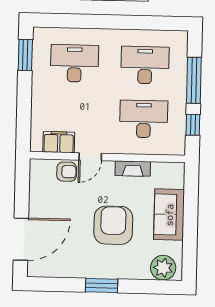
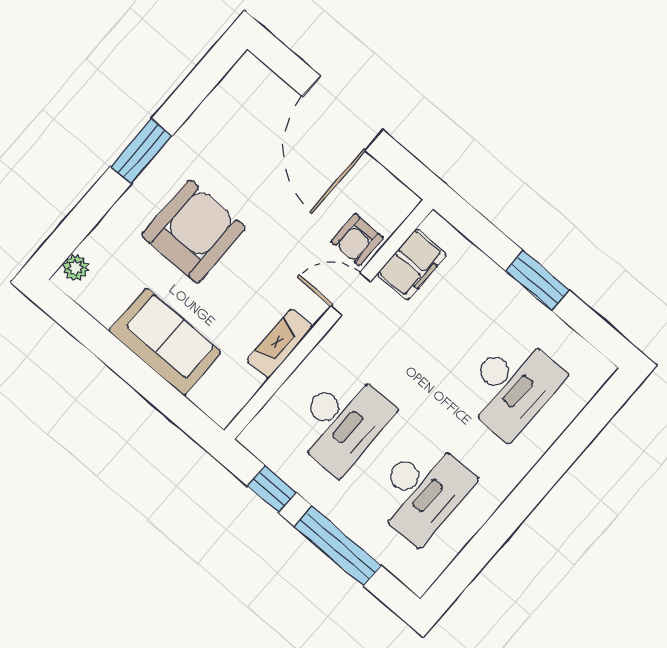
window: (25, 55) -> (538, 281), moved
door: (90, 157) -> (351, 294), hinge flipped
armchair: (113, 225) -> (193, 232), moved, turned -90
door: (21, 239) -> (343, 113), moved
plant: (163, 268) -> (76, 268), width x0.53, depth x0.53

